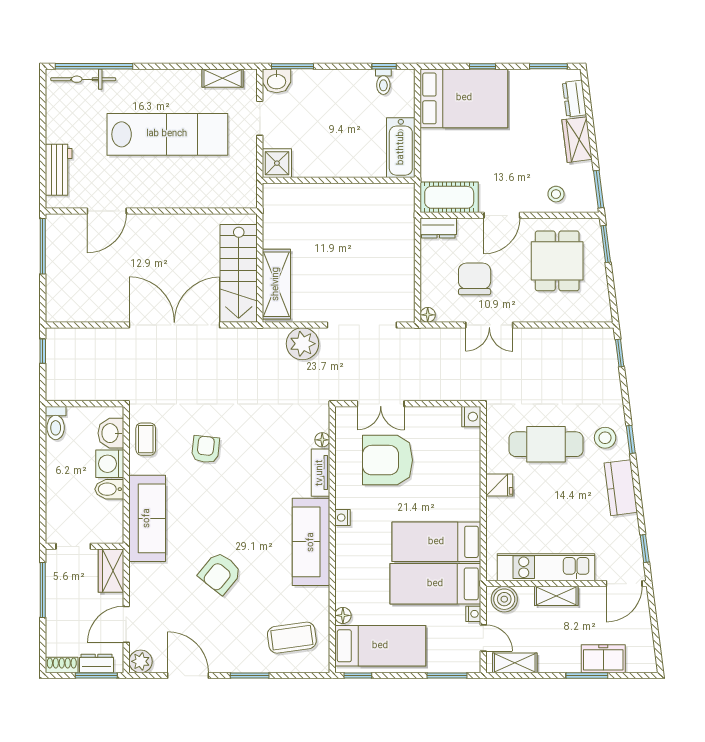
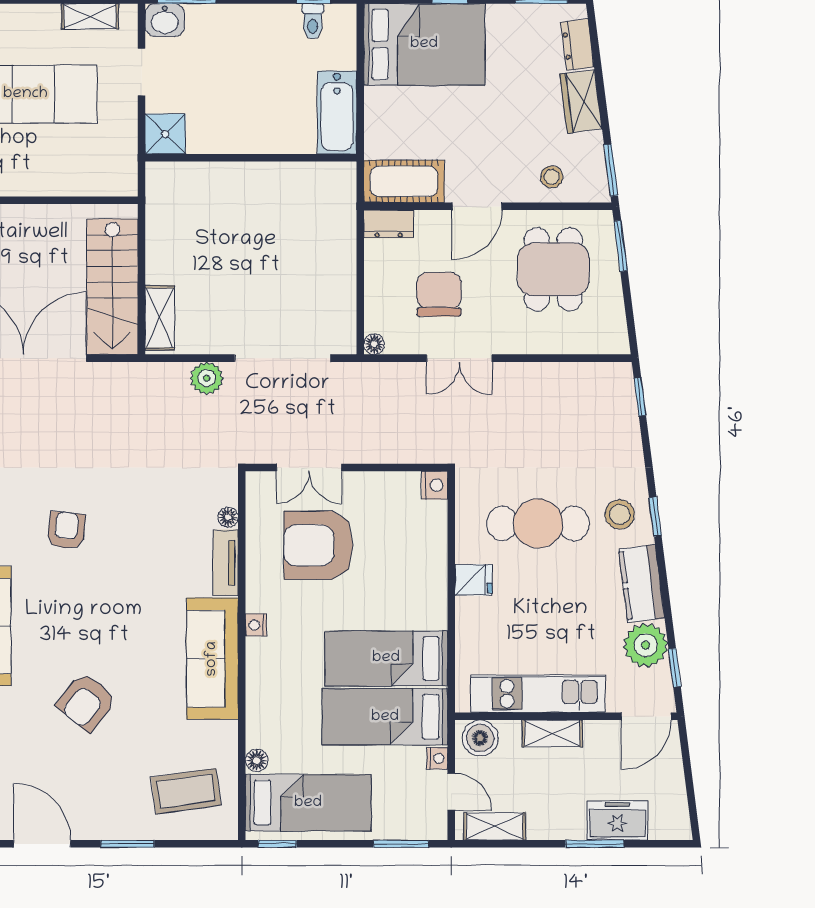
shelving: (276, 284) -> (160, 318), width x0.67, depth x0.75
plant: (302, 344) -> (207, 378), width x0.73, depth x0.73
plant: (624, 532) -> (646, 645), added

